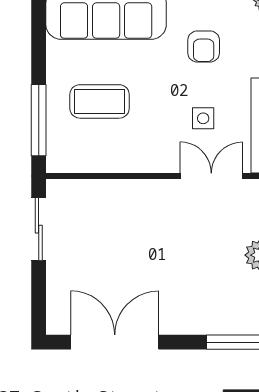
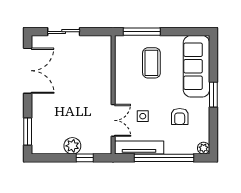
armchair: (204, 46) -> (180, 116), turned -90
sliding door: (39, 229) -> (64, 32), moved

